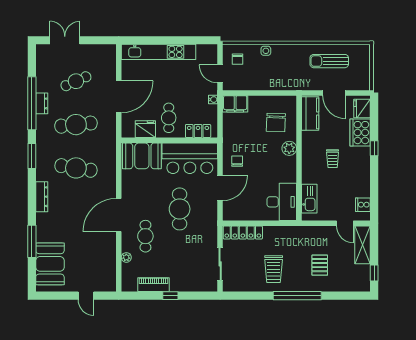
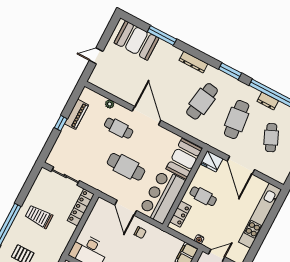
fridge: (145, 129) -> (212, 161), moved, turned 90

